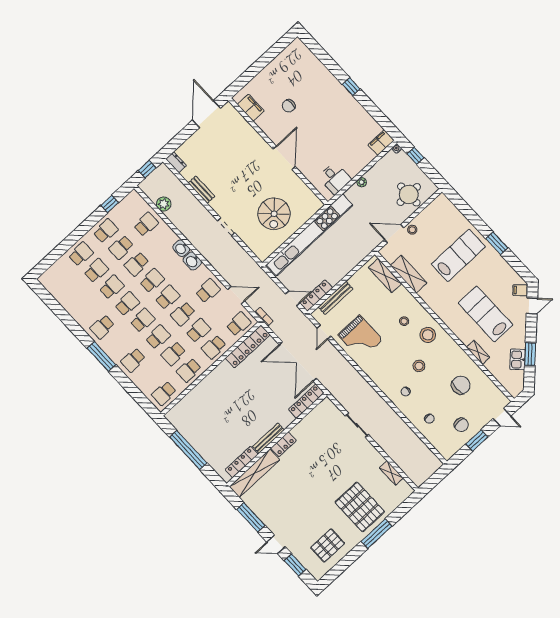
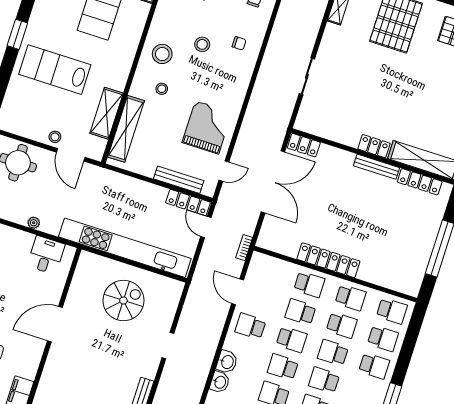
shelving: (385, 275) -> (126, 129), width x1.47
school desk: (239, 324) -> (383, 338), moved, turned 180
locker: (248, 346) -> (328, 260), moved
locker: (306, 401) -> (304, 145), width x0.66

